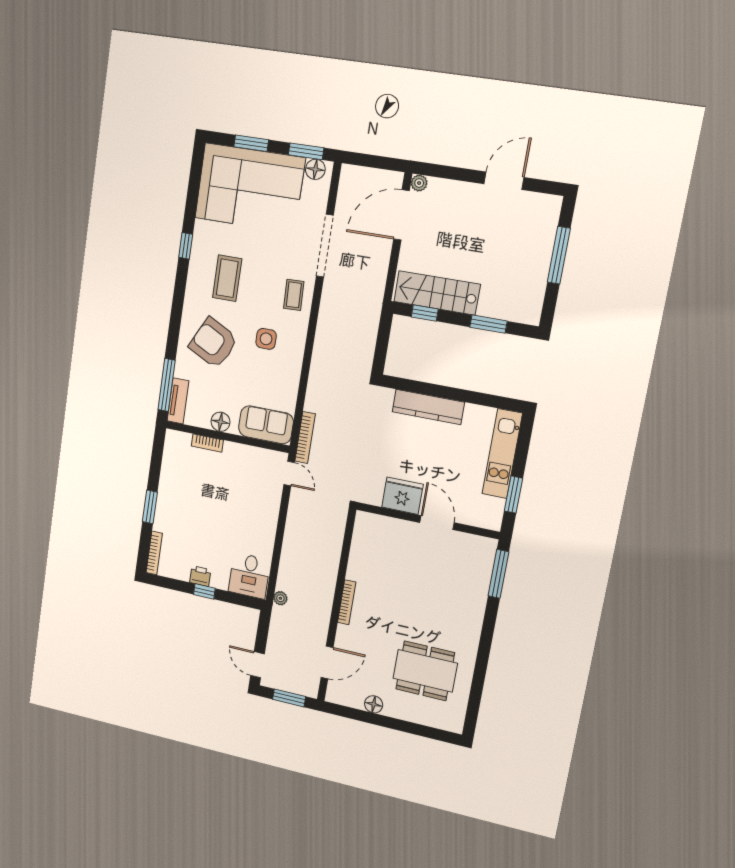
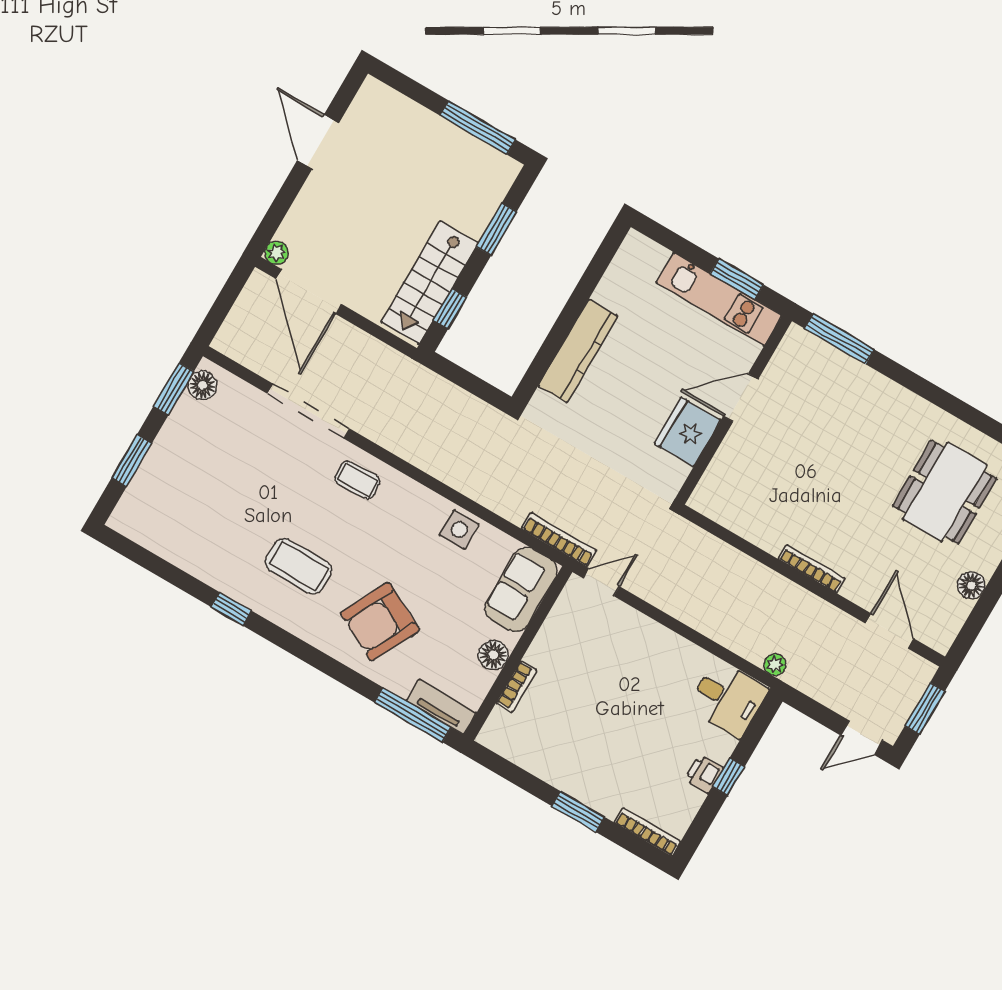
corner sofa: (250, 188) -> (190, 486), removed
window: (559, 255) -> (478, 128), moved
side table: (266, 339) -> (459, 530), moved
kitchen unit: (502, 454) -> (719, 299), moved

